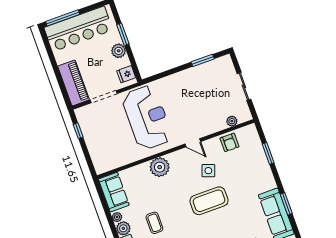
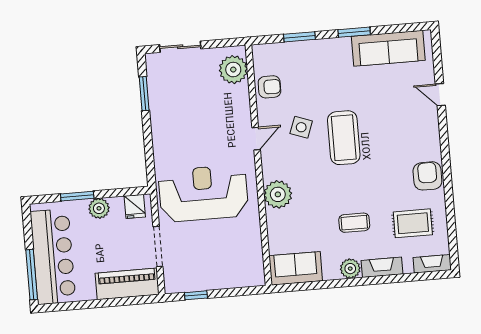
sliding door: (244, 86) -> (180, 47), moved
plant: (232, 121) -> (233, 70), width x1.87, depth x1.87
window: (286, 204) -> (354, 32), moved
plant: (117, 217) -> (332, 273), removed

